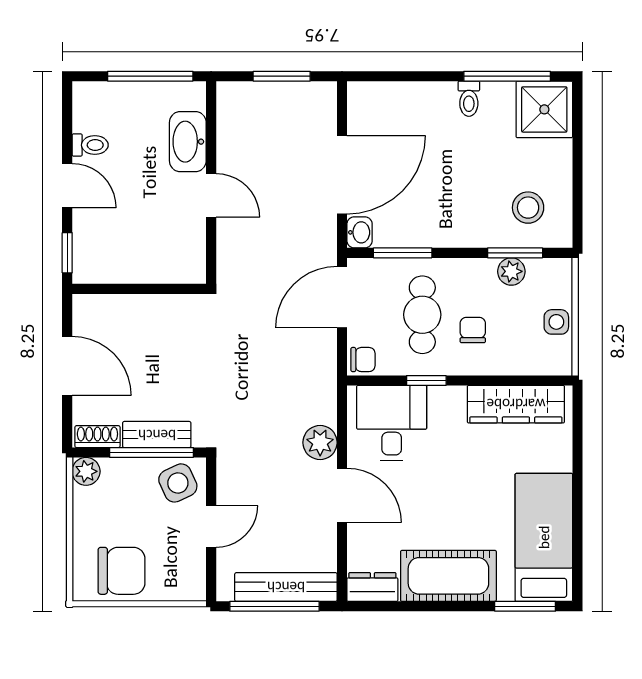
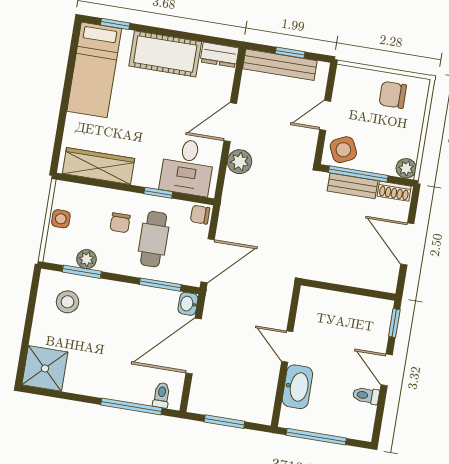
window: (507, 76) -> (131, 406), moved
toilet: (469, 99) -> (162, 395), moved
door: (342, 495) -> (230, 122), hinge flipped
chair: (121, 571) -> (393, 95), width x0.73, depth x0.73
window: (274, 606) -> (290, 53), width x0.46
window: (525, 606) -> (115, 24), width x0.67

